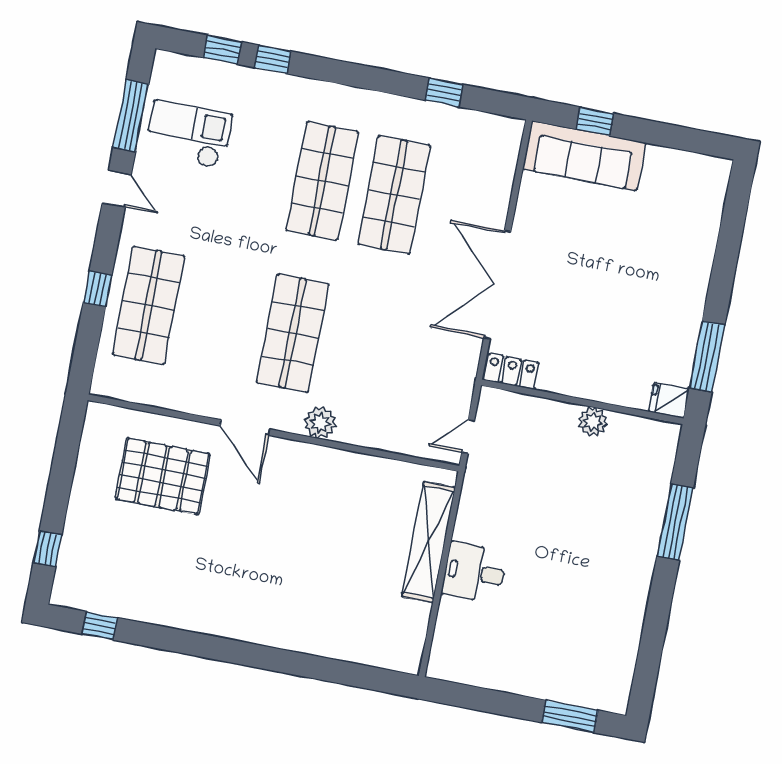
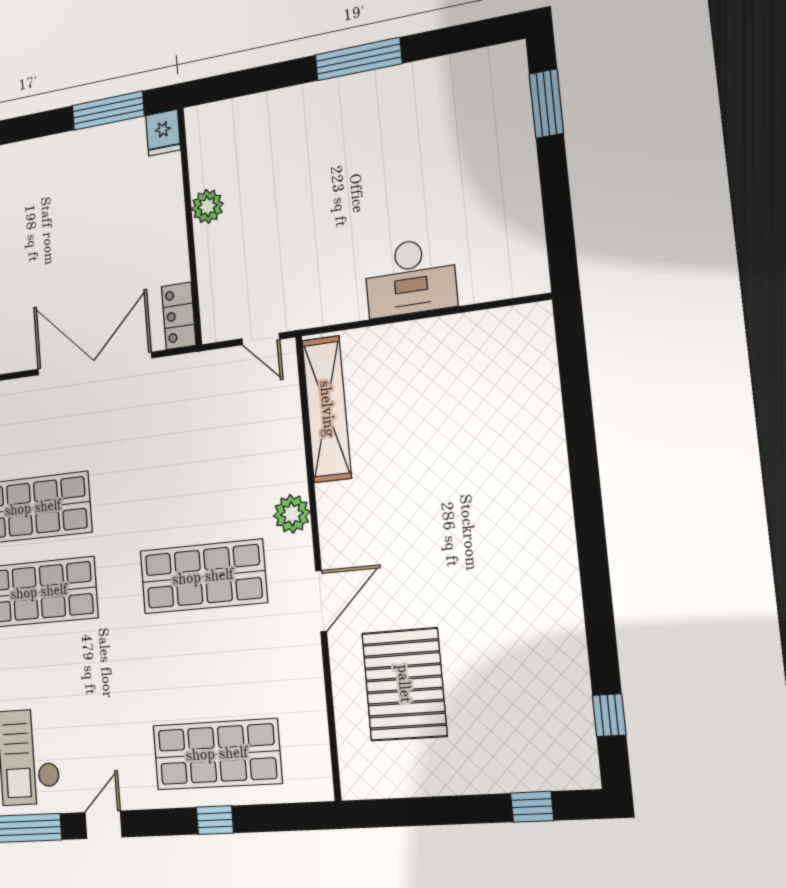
double door: (497, 285) -> (94, 364), swing flipped
window: (675, 522) -> (358, 59), moved
shelving: (429, 542) -> (327, 409), moved, turned 90
desk: (474, 573) -> (410, 277), width x1.37

